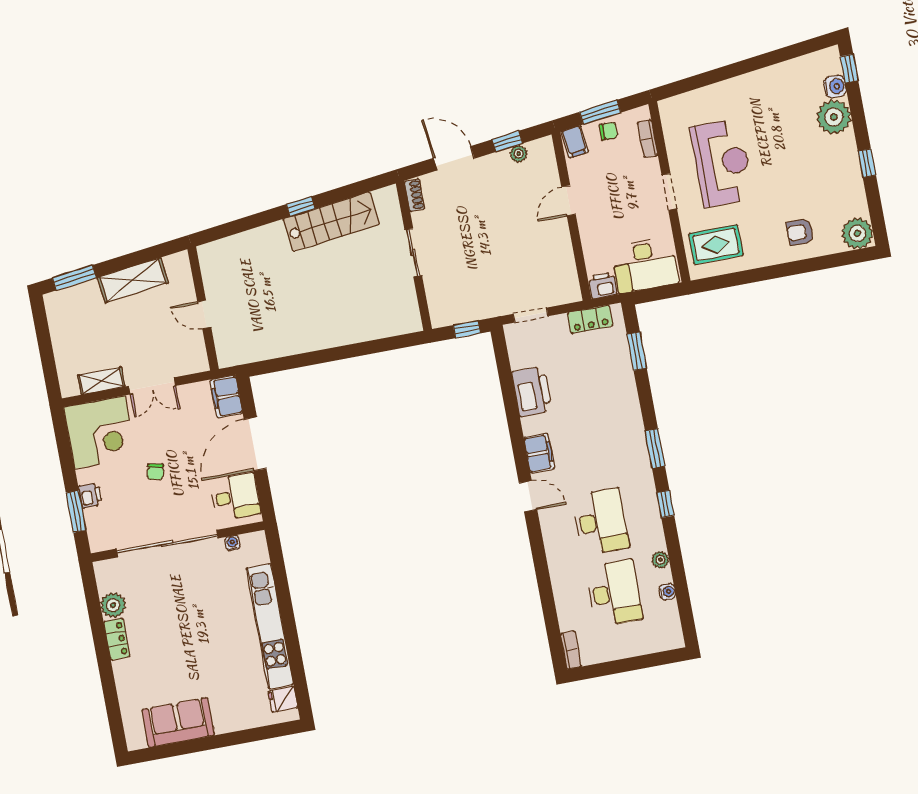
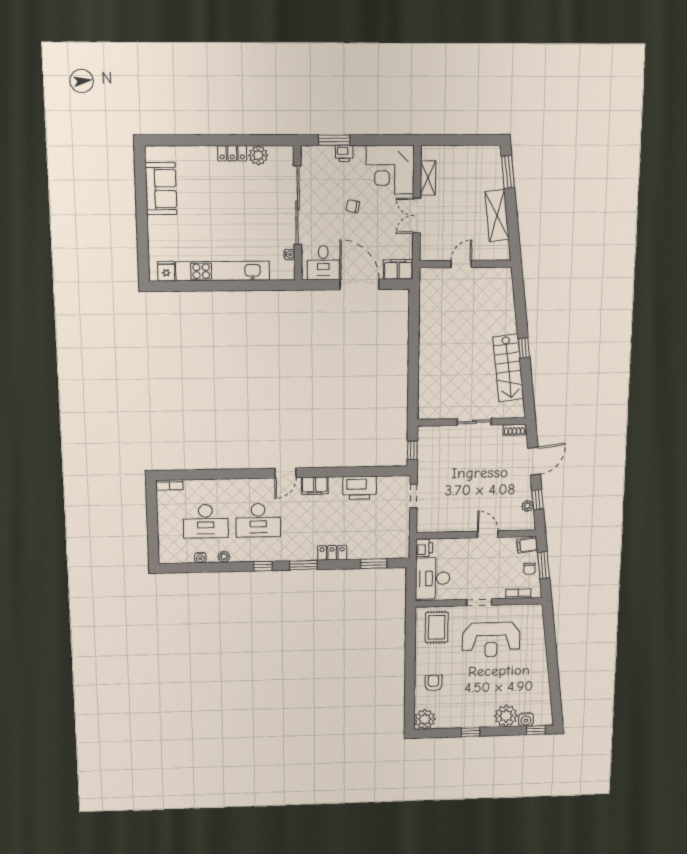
locker: (590, 319) -> (332, 553), moved, turned 90

